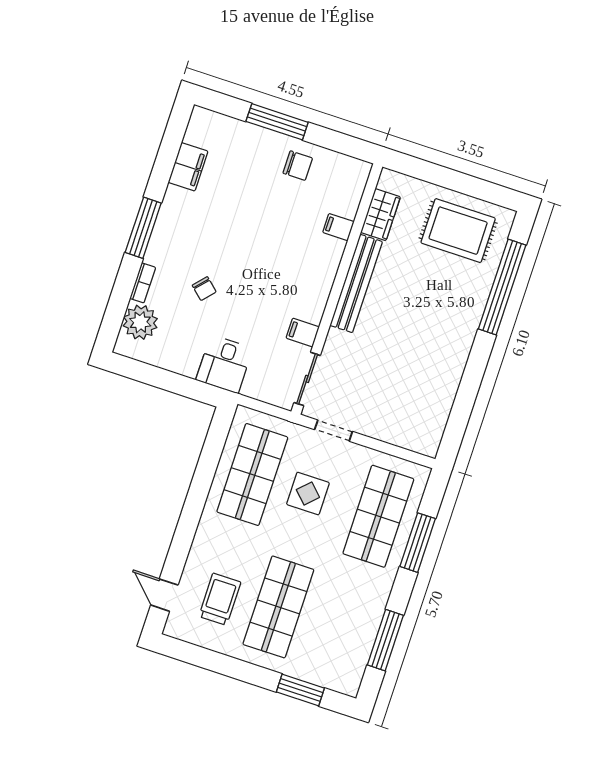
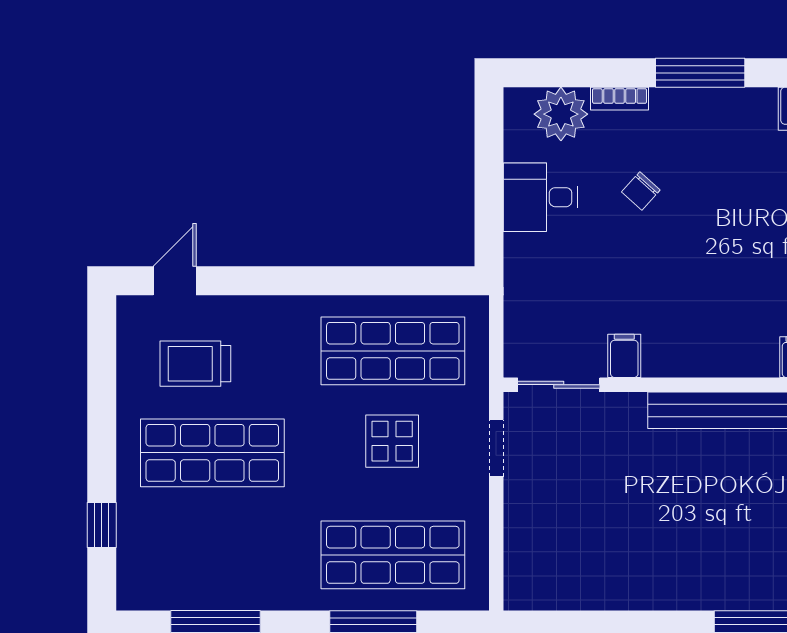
desk: (224, 364) -> (540, 197), moved
trolley: (220, 599) -> (195, 364), turned 180
window: (300, 690) -> (102, 525), width x0.67

